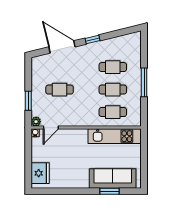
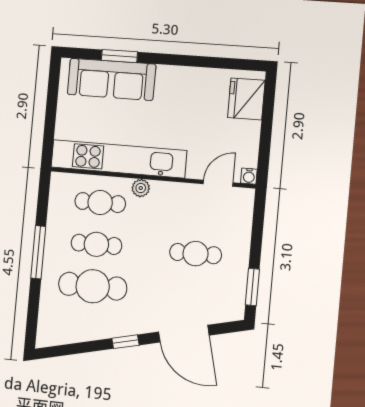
cafe table: (113, 67) -> (93, 286), width x1.37, depth x1.35
window: (28, 101) -> (252, 287), moved
plant: (36, 122) -> (141, 188), moved
kitchen unit: (115, 136) -> (119, 159), width x1.36

